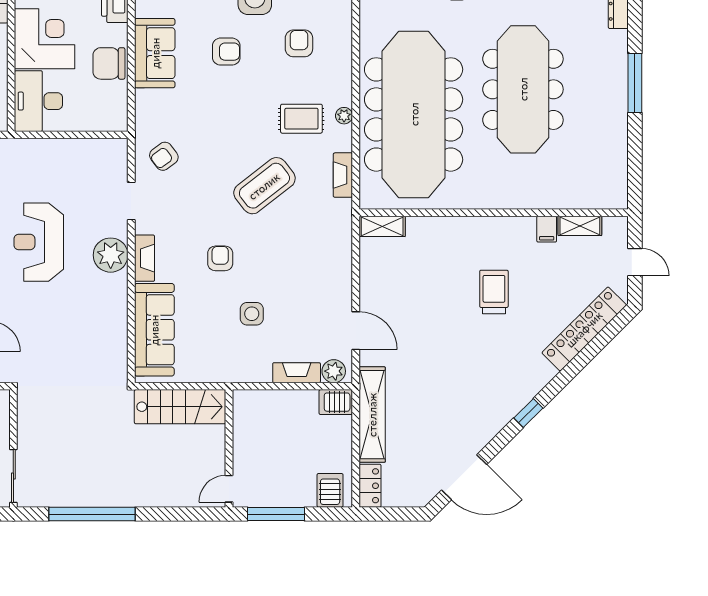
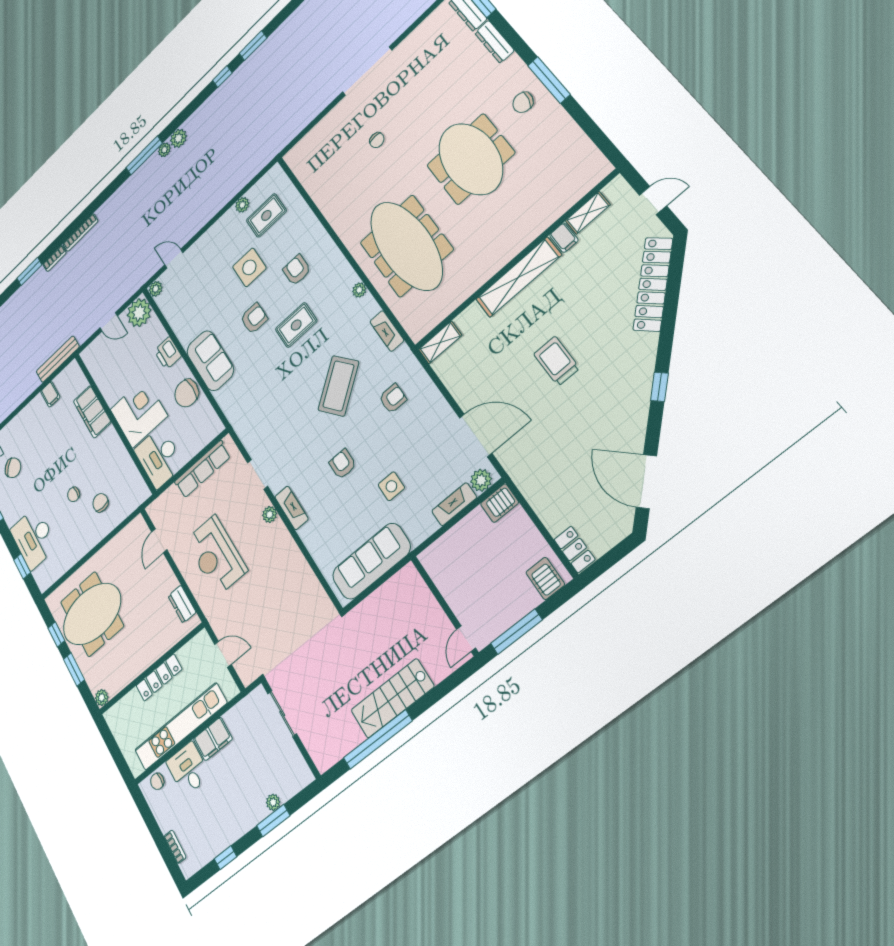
chair: (601, 82) -> (523, 102), added
meeting table: (523, 89) -> (471, 159), width x0.73
meeting table: (414, 114) -> (406, 246), width x0.73, depth x0.79
rug: (301, 119) -> (296, 325), moved
row of seats: (78, 151) -> (202, 469), added
armchair: (164, 156) -> (393, 398), moved, turned -143
plant: (111, 255) -> (270, 514), width x0.53, depth x0.53
trolley: (494, 292) -> (557, 361), moved
sofa: (154, 330) -> (371, 561), moved, turned -90
door: (356, 331) -> (476, 435), width x1.36
stairs: (180, 407) -> (392, 698), moved, turned 180
shelving: (372, 415) -> (518, 277), moved, turned 90
sliding door: (13, 476) -> (282, 714), moved
door: (464, 477) -> (646, 482), swing flipped

